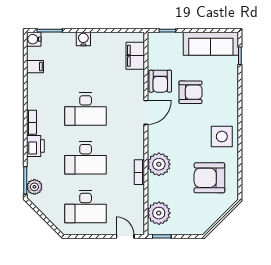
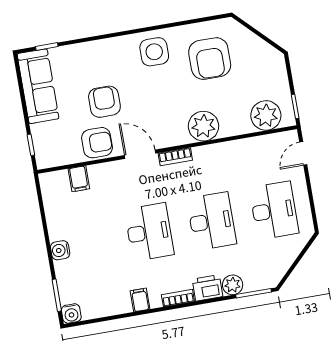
filing cabinet: (135, 56) -> (79, 179), width x0.50
filing cabinet: (35, 67) -> (140, 300), moved
bookcase: (139, 172) -> (175, 157), moved
plant: (34, 187) -> (233, 285), moved

